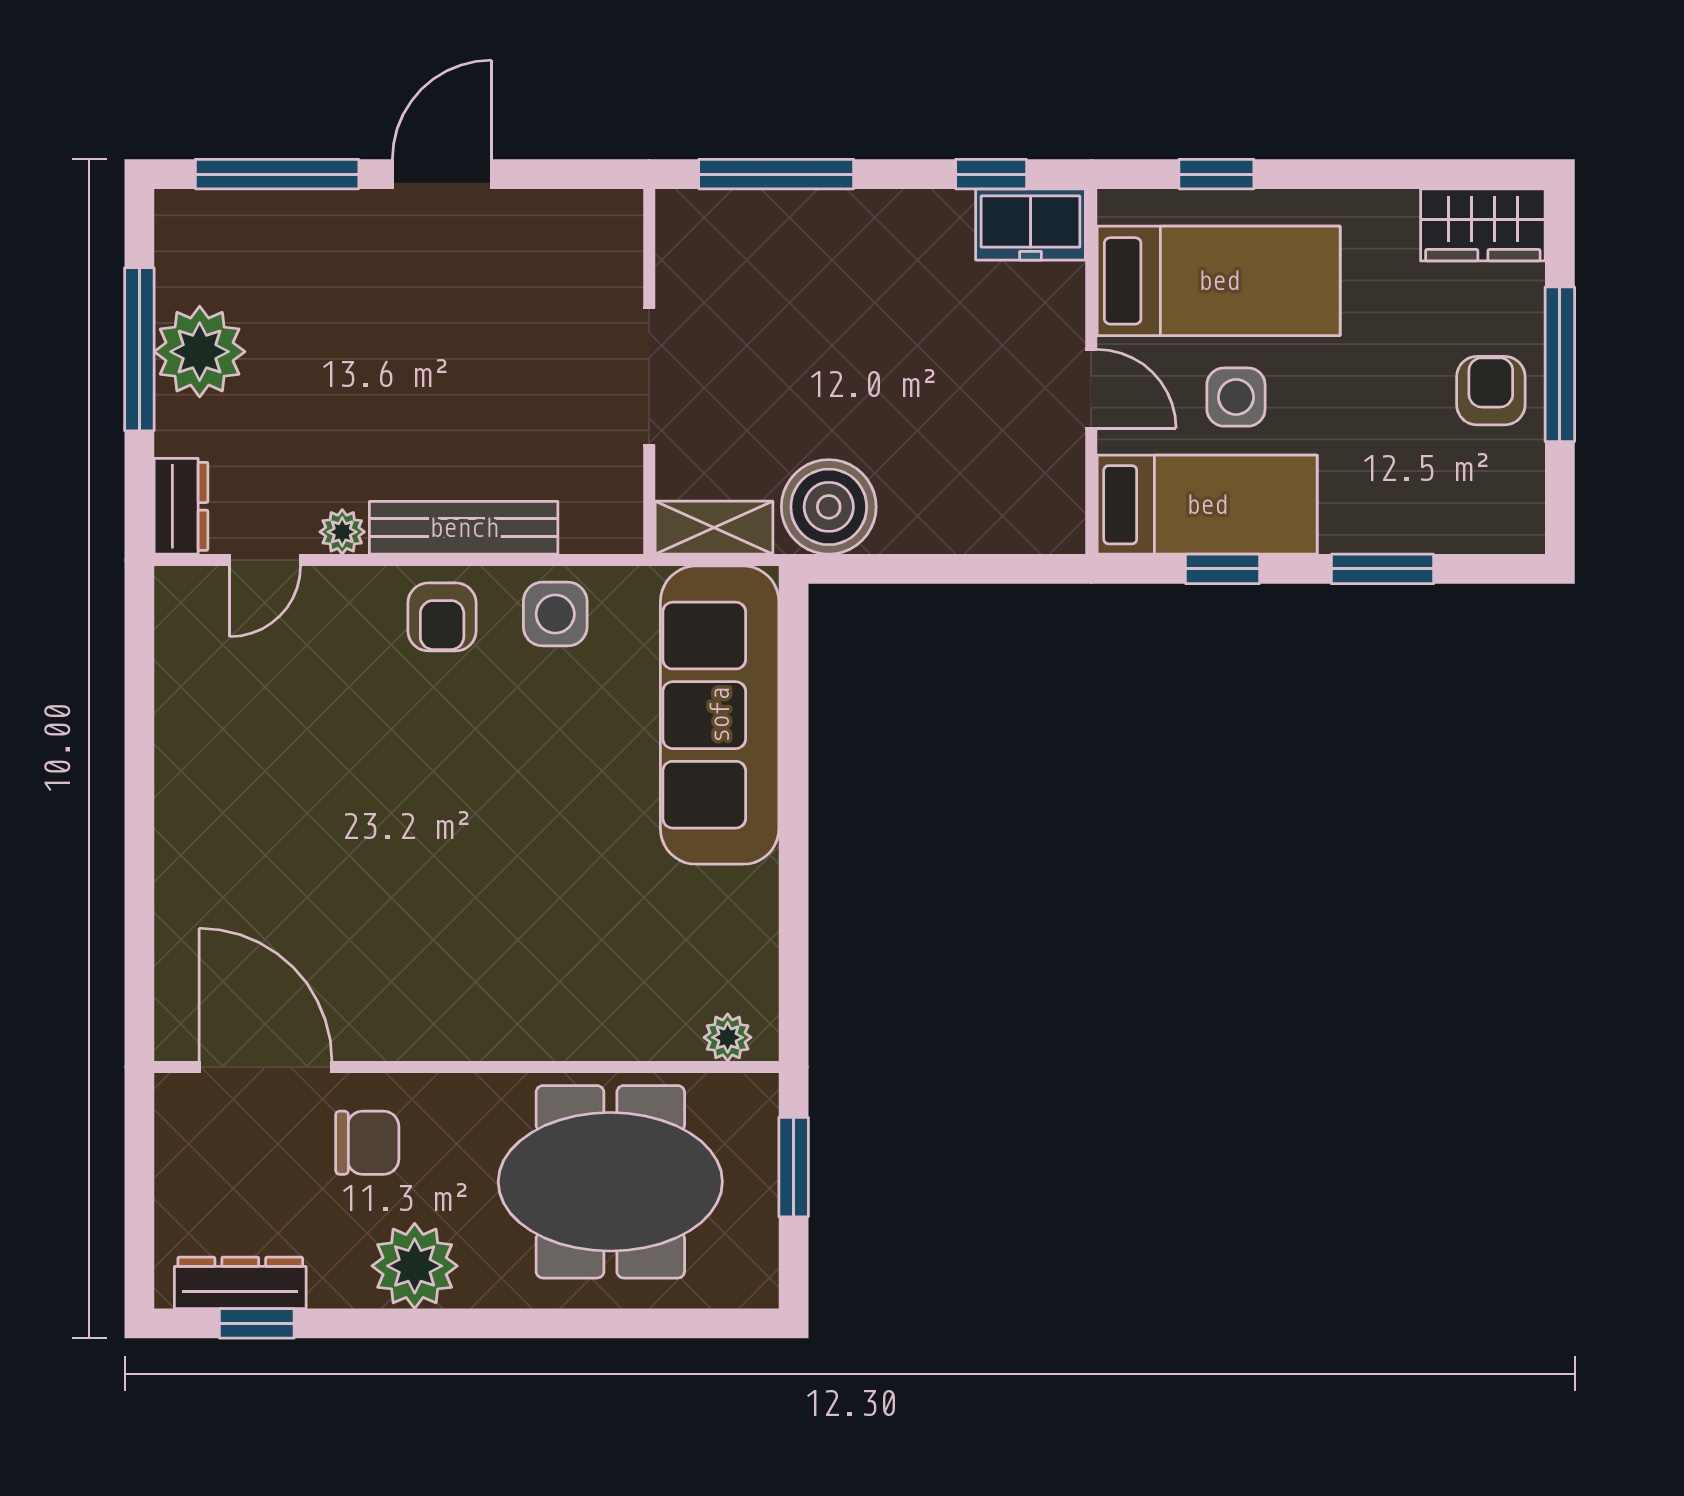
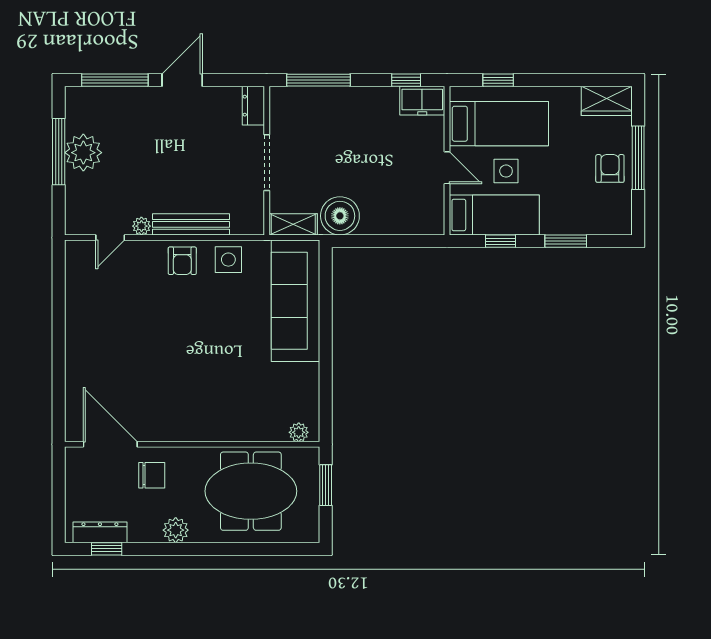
dresser: (181, 506) -> (253, 106), moved, turned 180
plant: (415, 1266) -> (176, 530), width x0.73, depth x0.73

